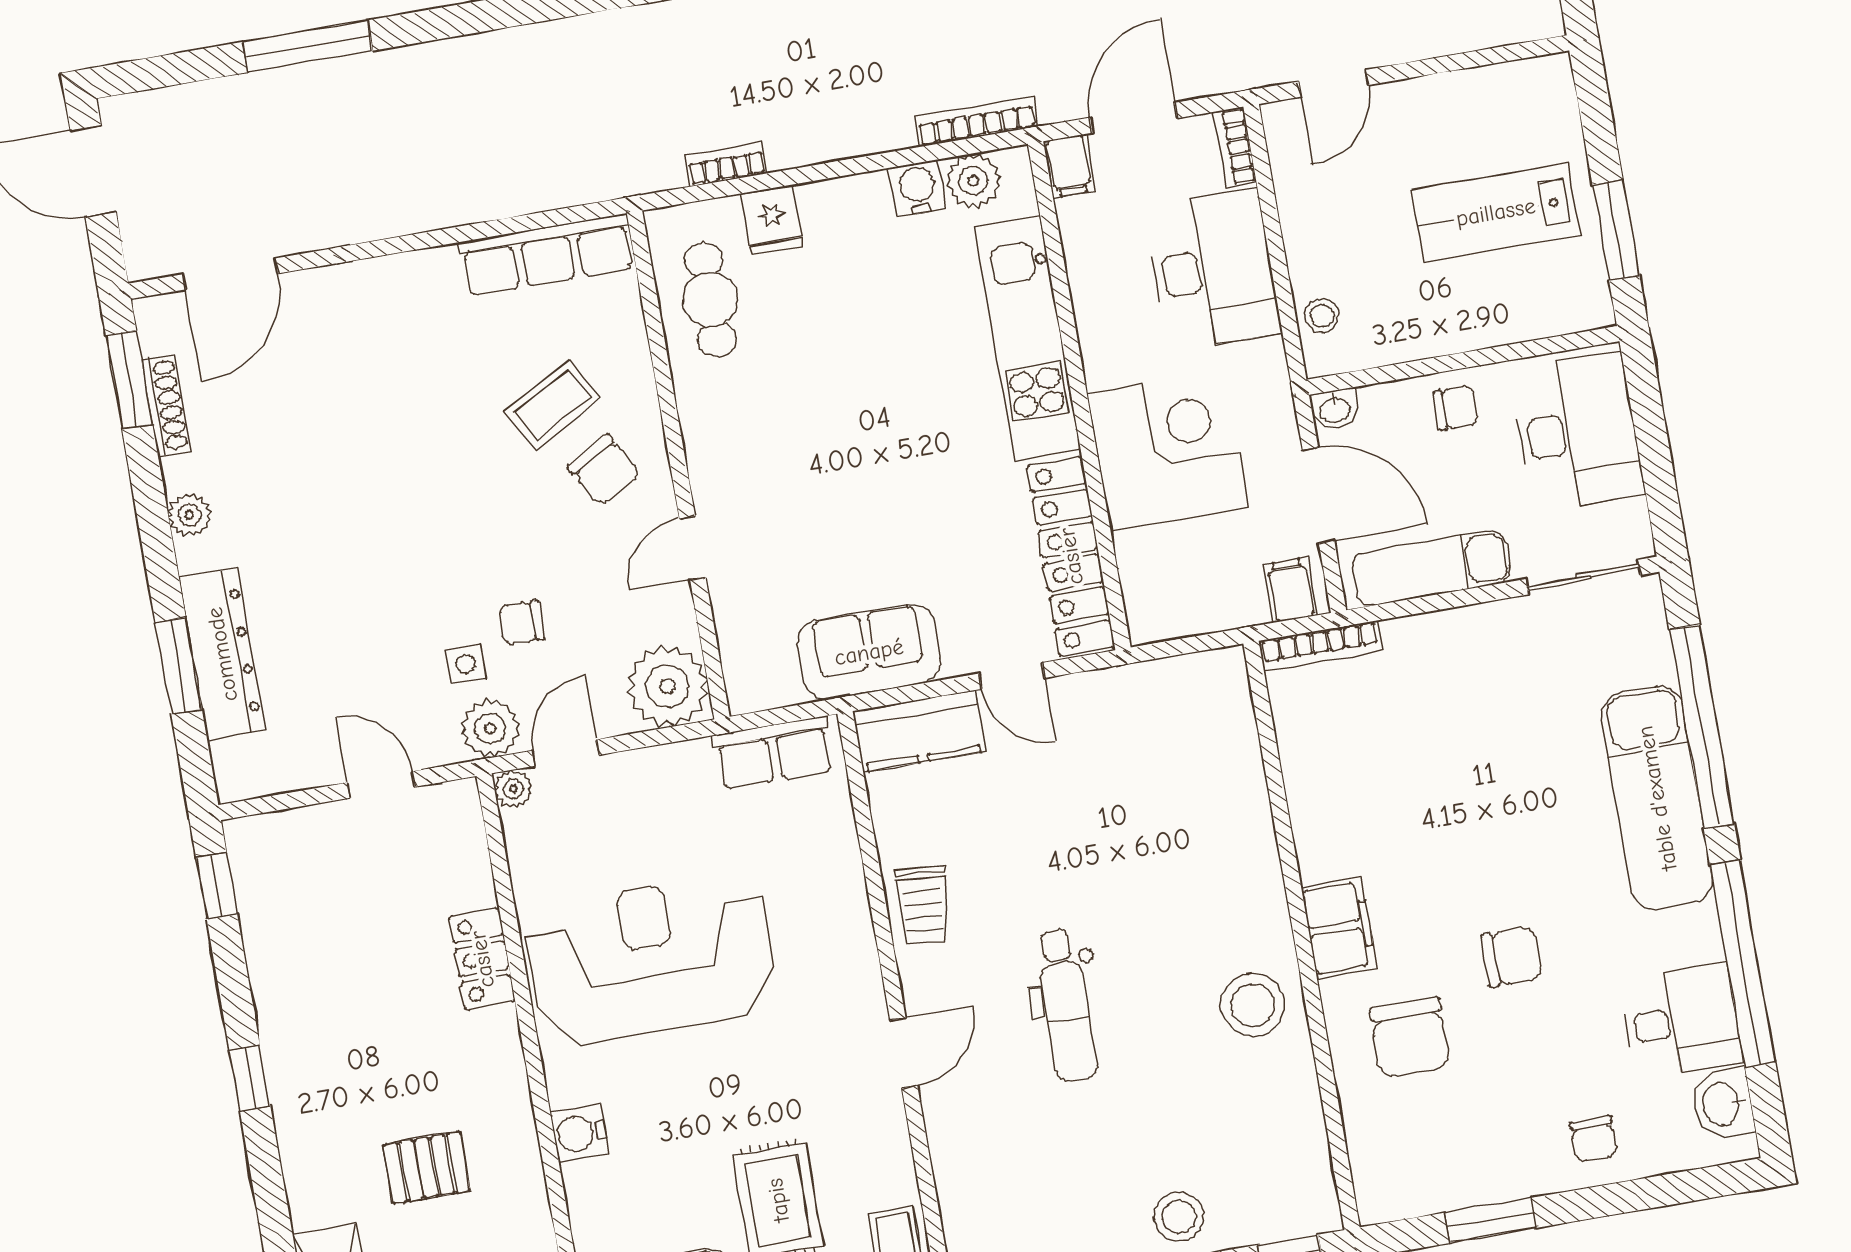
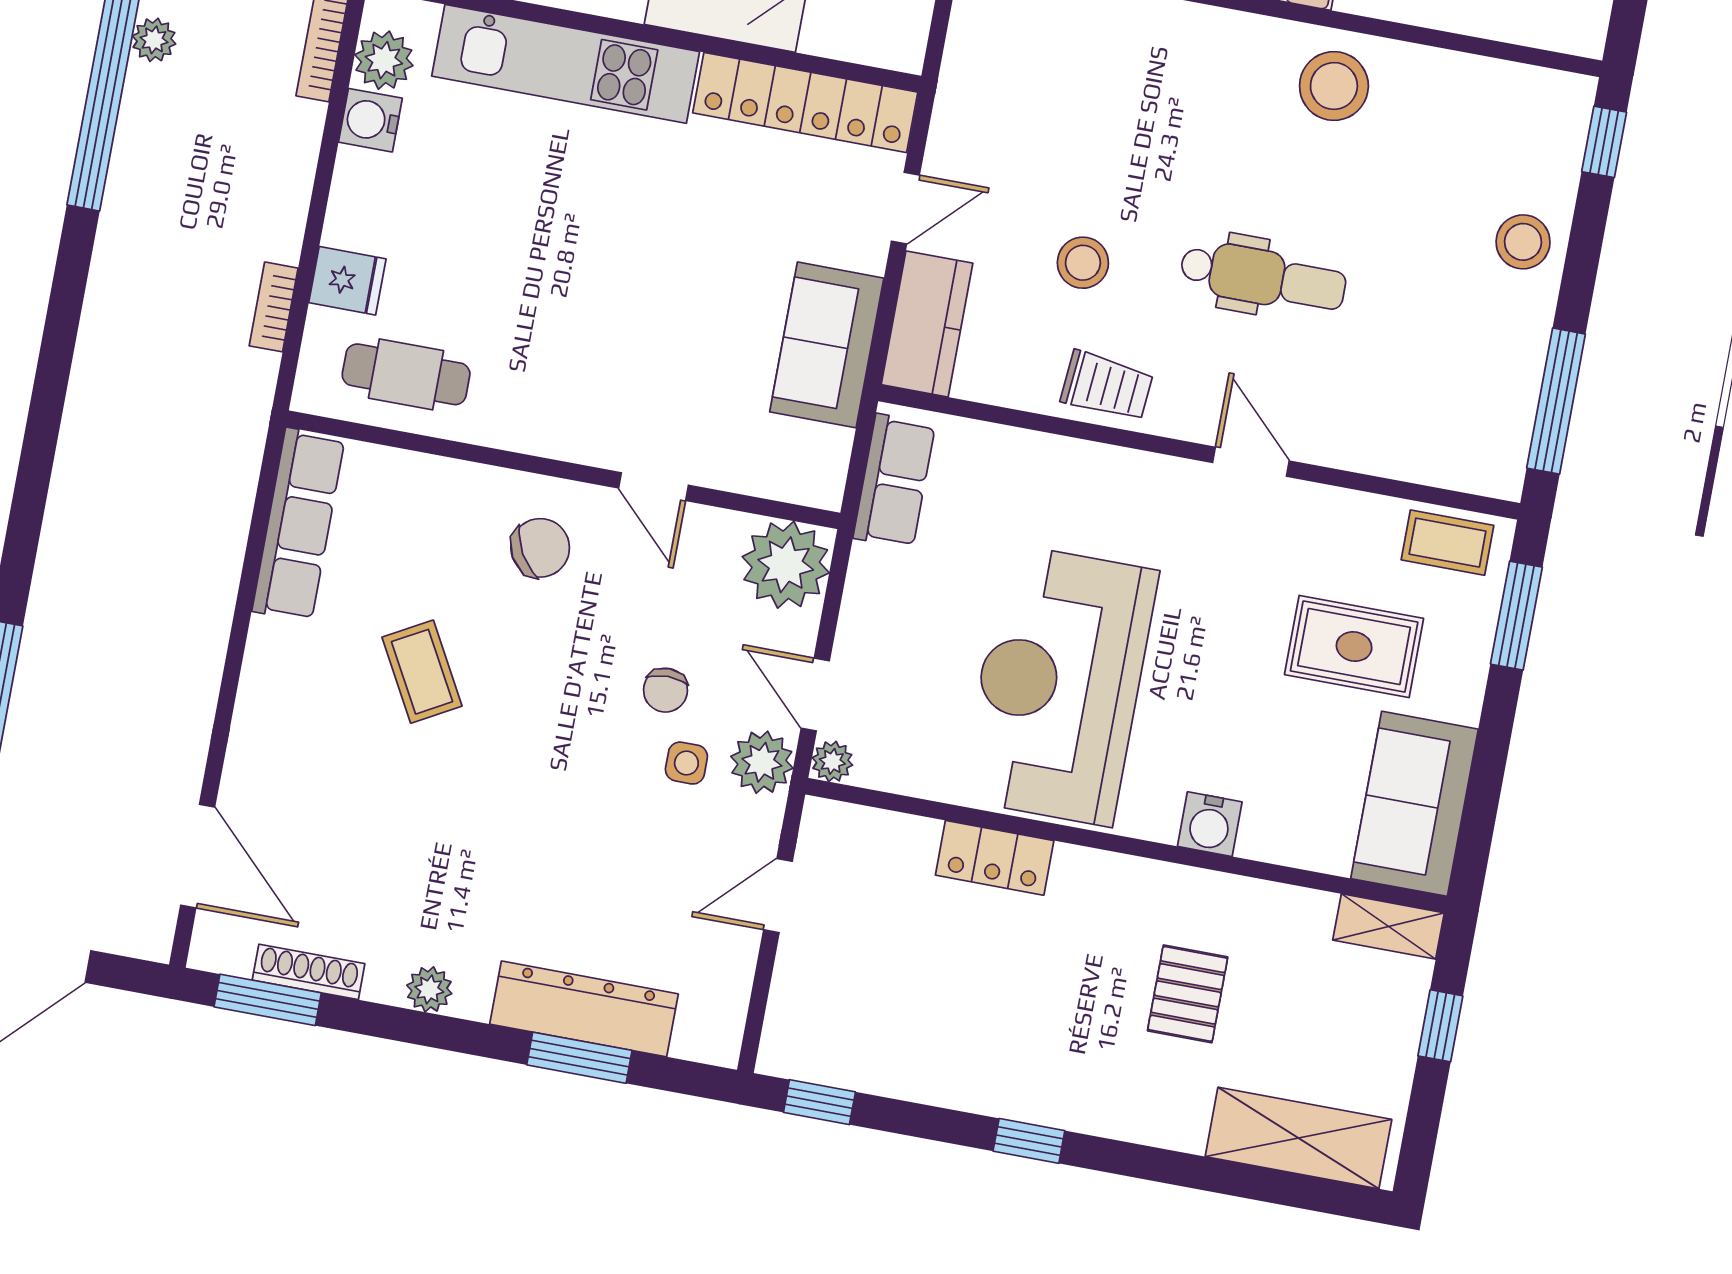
coffee table: (552, 404) -> (422, 672), moved
stool: (1021, 846) -> (1083, 263), added

